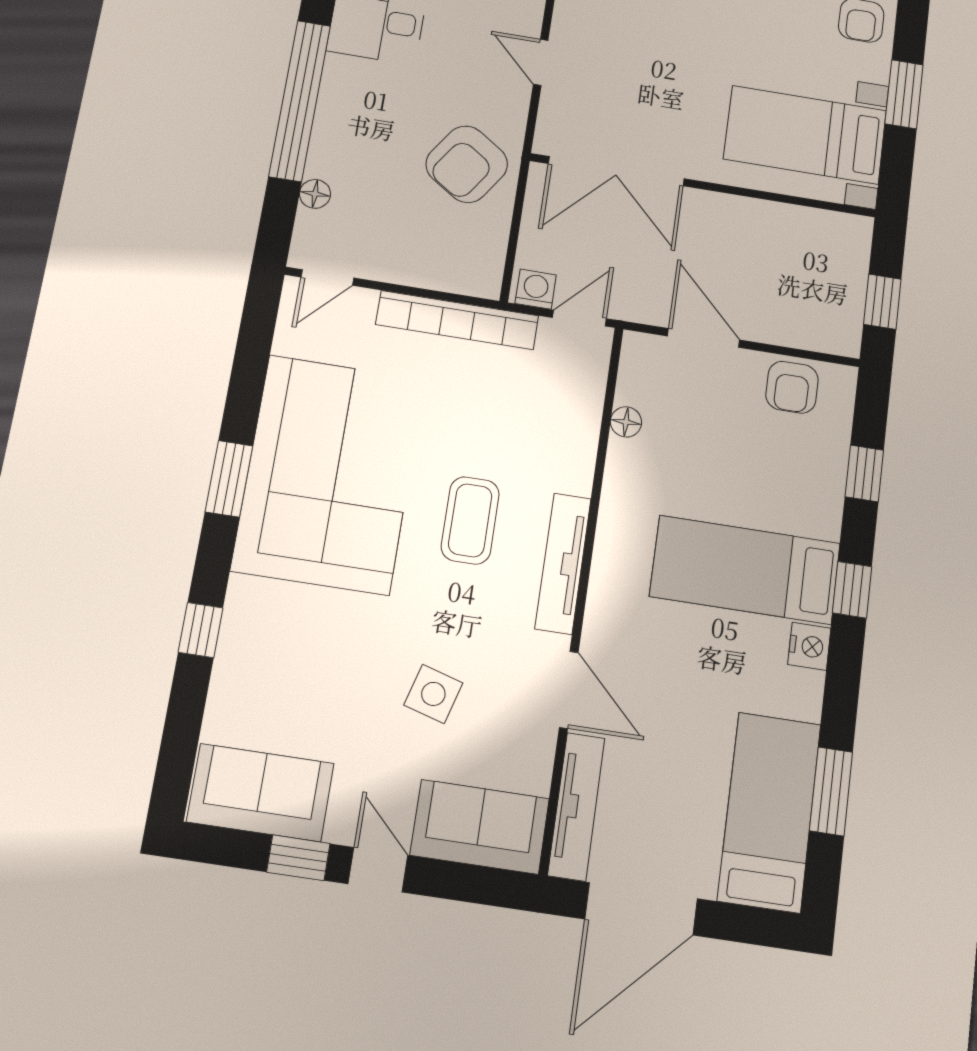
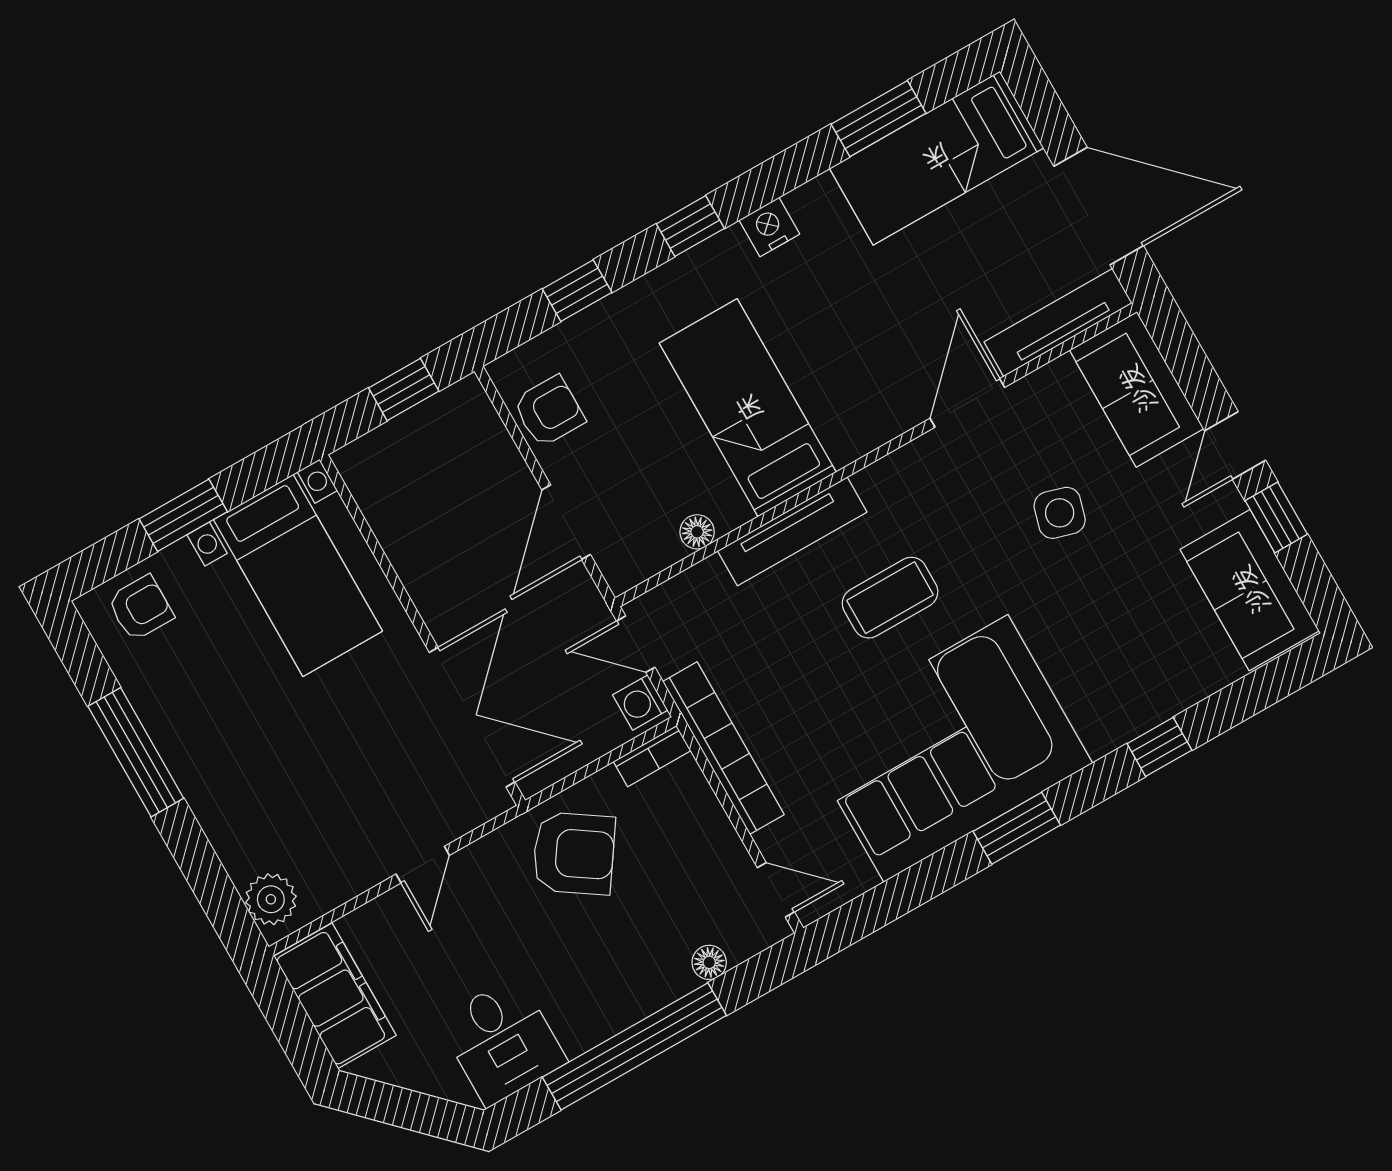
bookcase: (491, 268) -> (652, 756), added
tv unit: (563, 564) -> (792, 531), moved
bed: (745, 570) -> (748, 408), moved, turned 180

